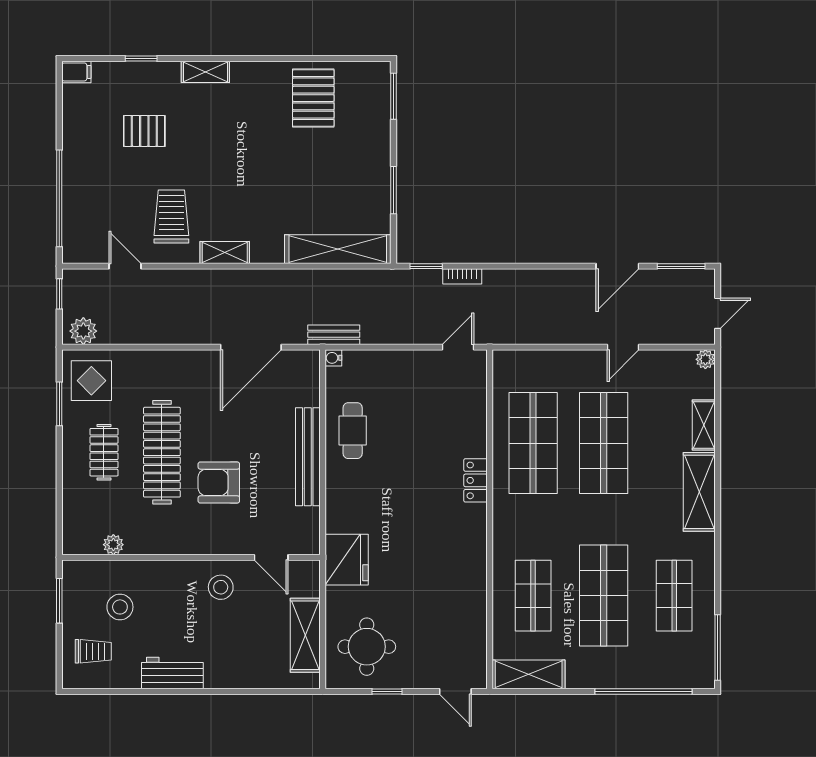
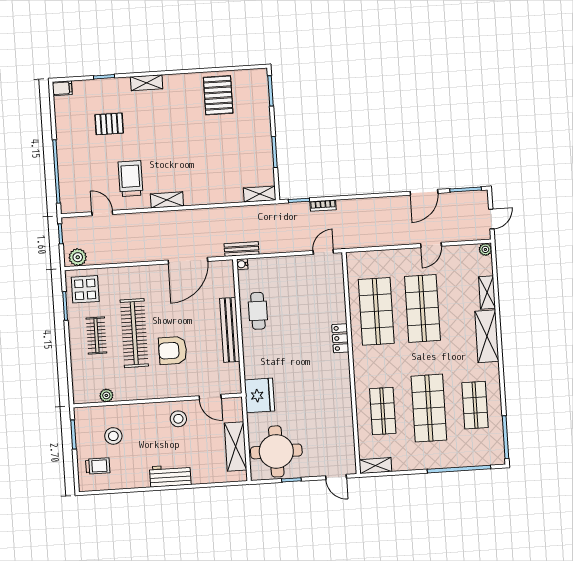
shelving: (338, 249) -> (260, 194), width x0.45, depth x0.75
round table: (367, 647) -> (276, 451), width x1.36, depth x1.36
workbench: (172, 673) -> (170, 476), moved
shelving: (529, 674) -> (375, 466), width x0.67, depth x0.75

